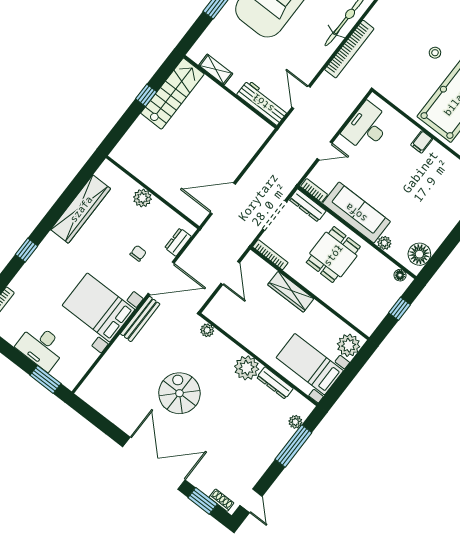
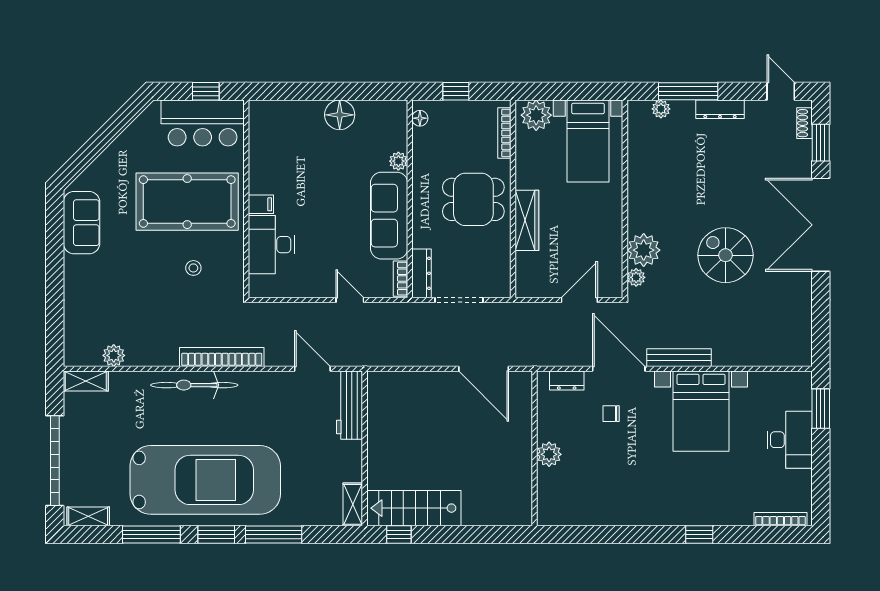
stool: (435, 53) -> (193, 268), moved
shelving: (216, 69) -> (353, 504), moved
window: (146, 95) -> (399, 534), moved
door: (301, 97) -> (312, 369), swing flipped
desk: (367, 127) -> (271, 245), moved, turned 90
wardrobe: (81, 209) -> (611, 511), removed
floor lamp: (419, 254) -> (340, 115), moved
bookcase: (270, 255) -> (504, 133), moved
dining table: (333, 255) -> (473, 199), moved
door: (230, 273) -> (579, 300), moved
plant: (247, 368) -> (644, 250), moved
dresser: (275, 383) -> (720, 109), moved, turned 90
spiral stairs: (179, 393) -> (726, 255), turned 90
door: (251, 501) -> (781, 91), hinge flipped

